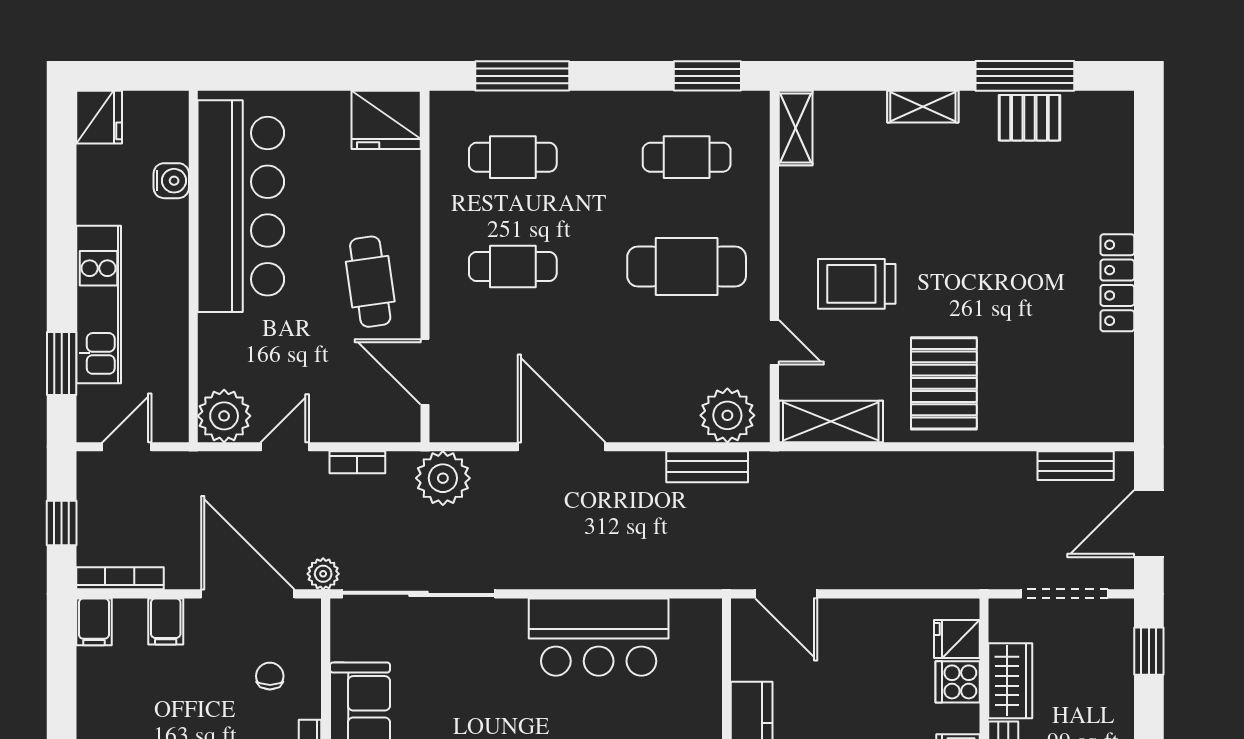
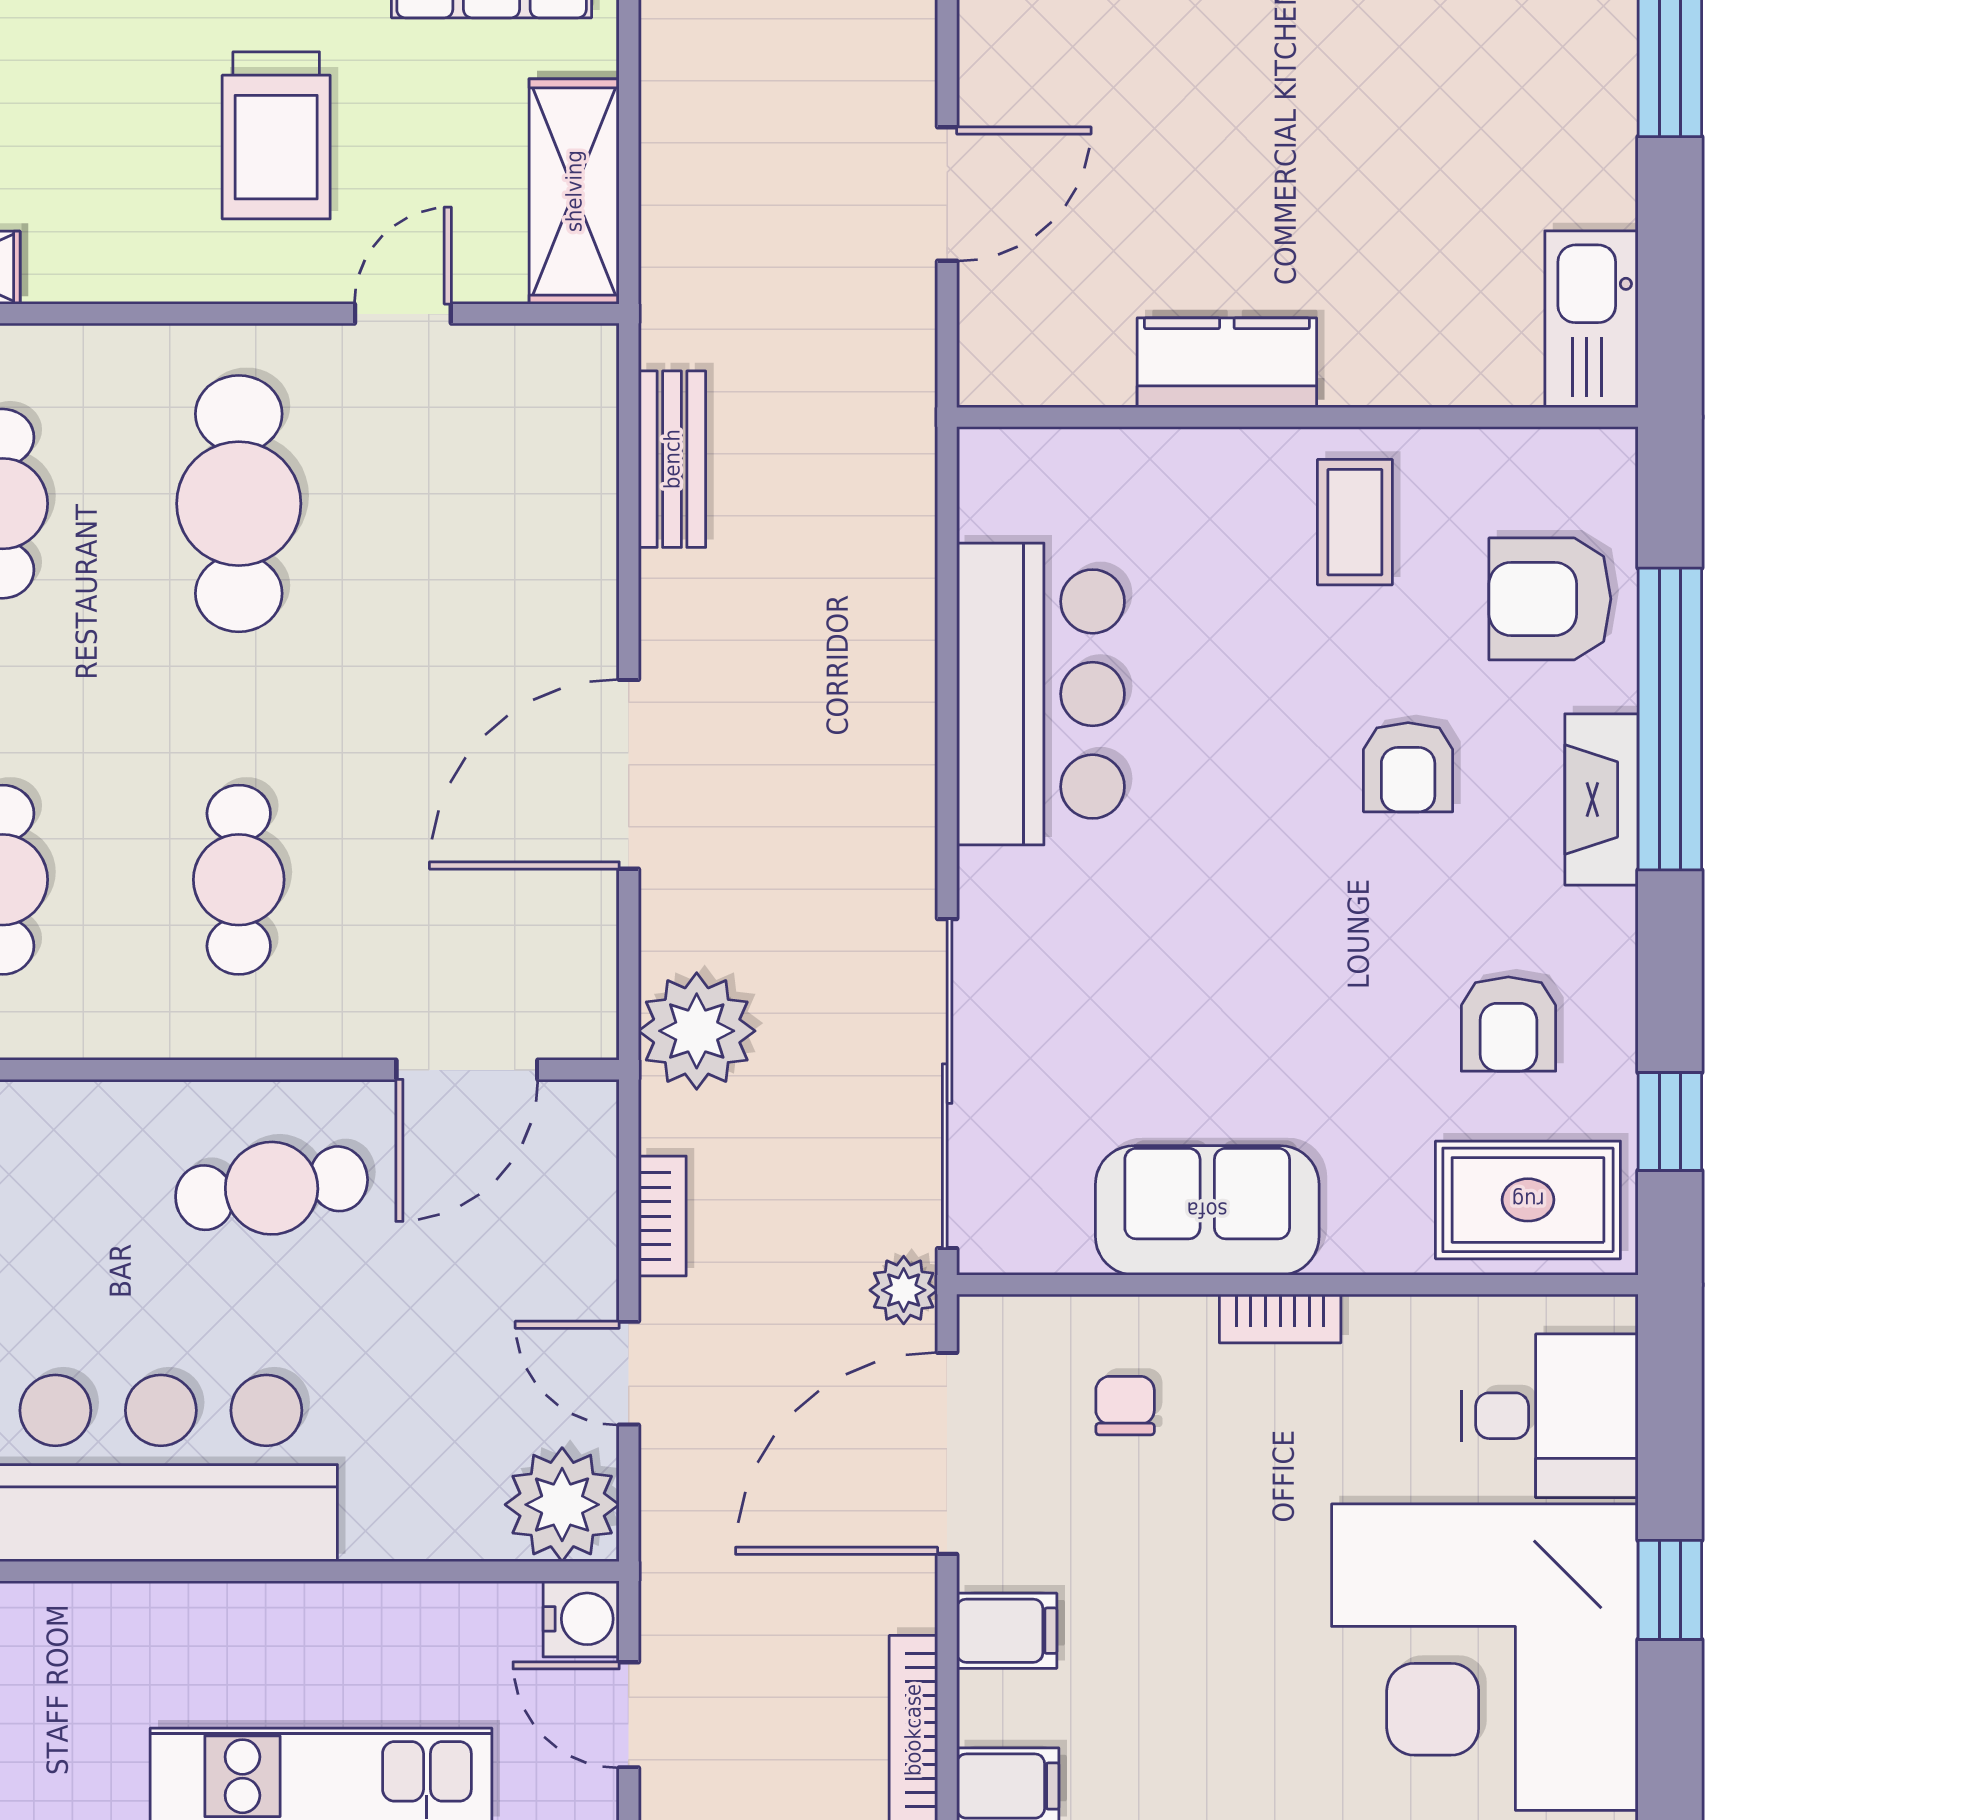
water cooler: (171, 181) -> (581, 1619), moved, turned 90
plant: (727, 415) -> (561, 415), removed
door: (786, 594) -> (947, 194), moved
chair: (270, 676) -> (1125, 1406), turned 90

